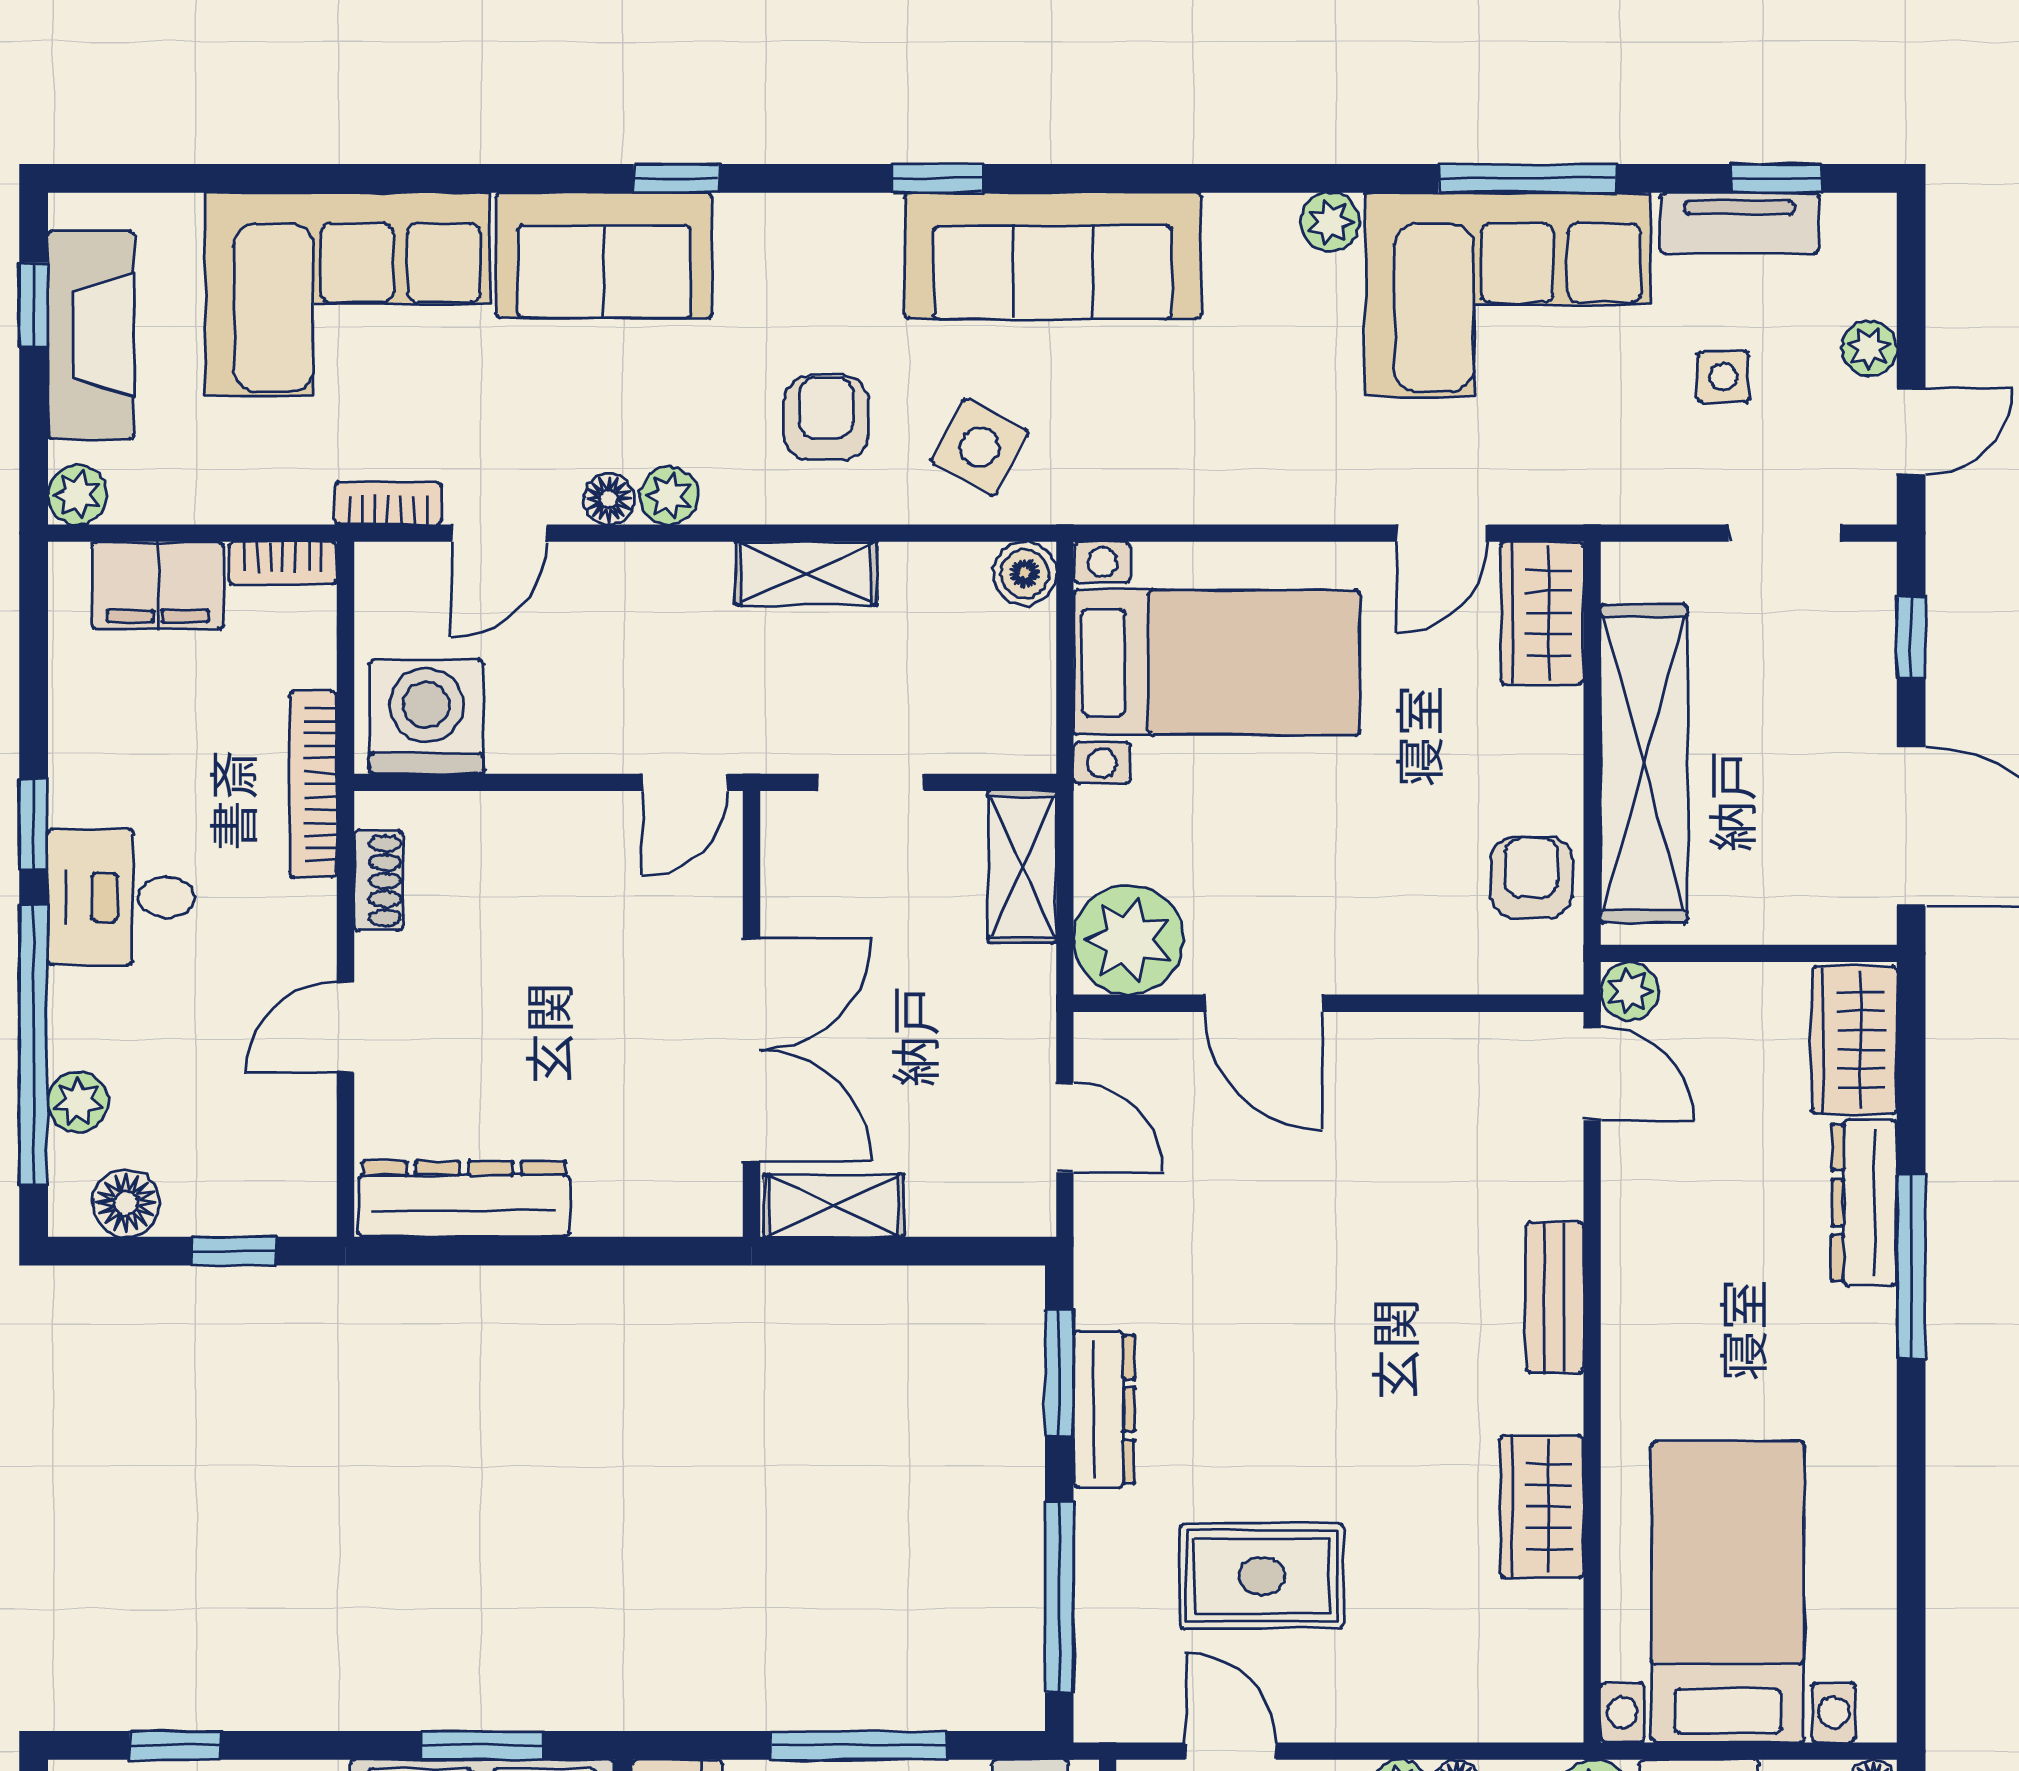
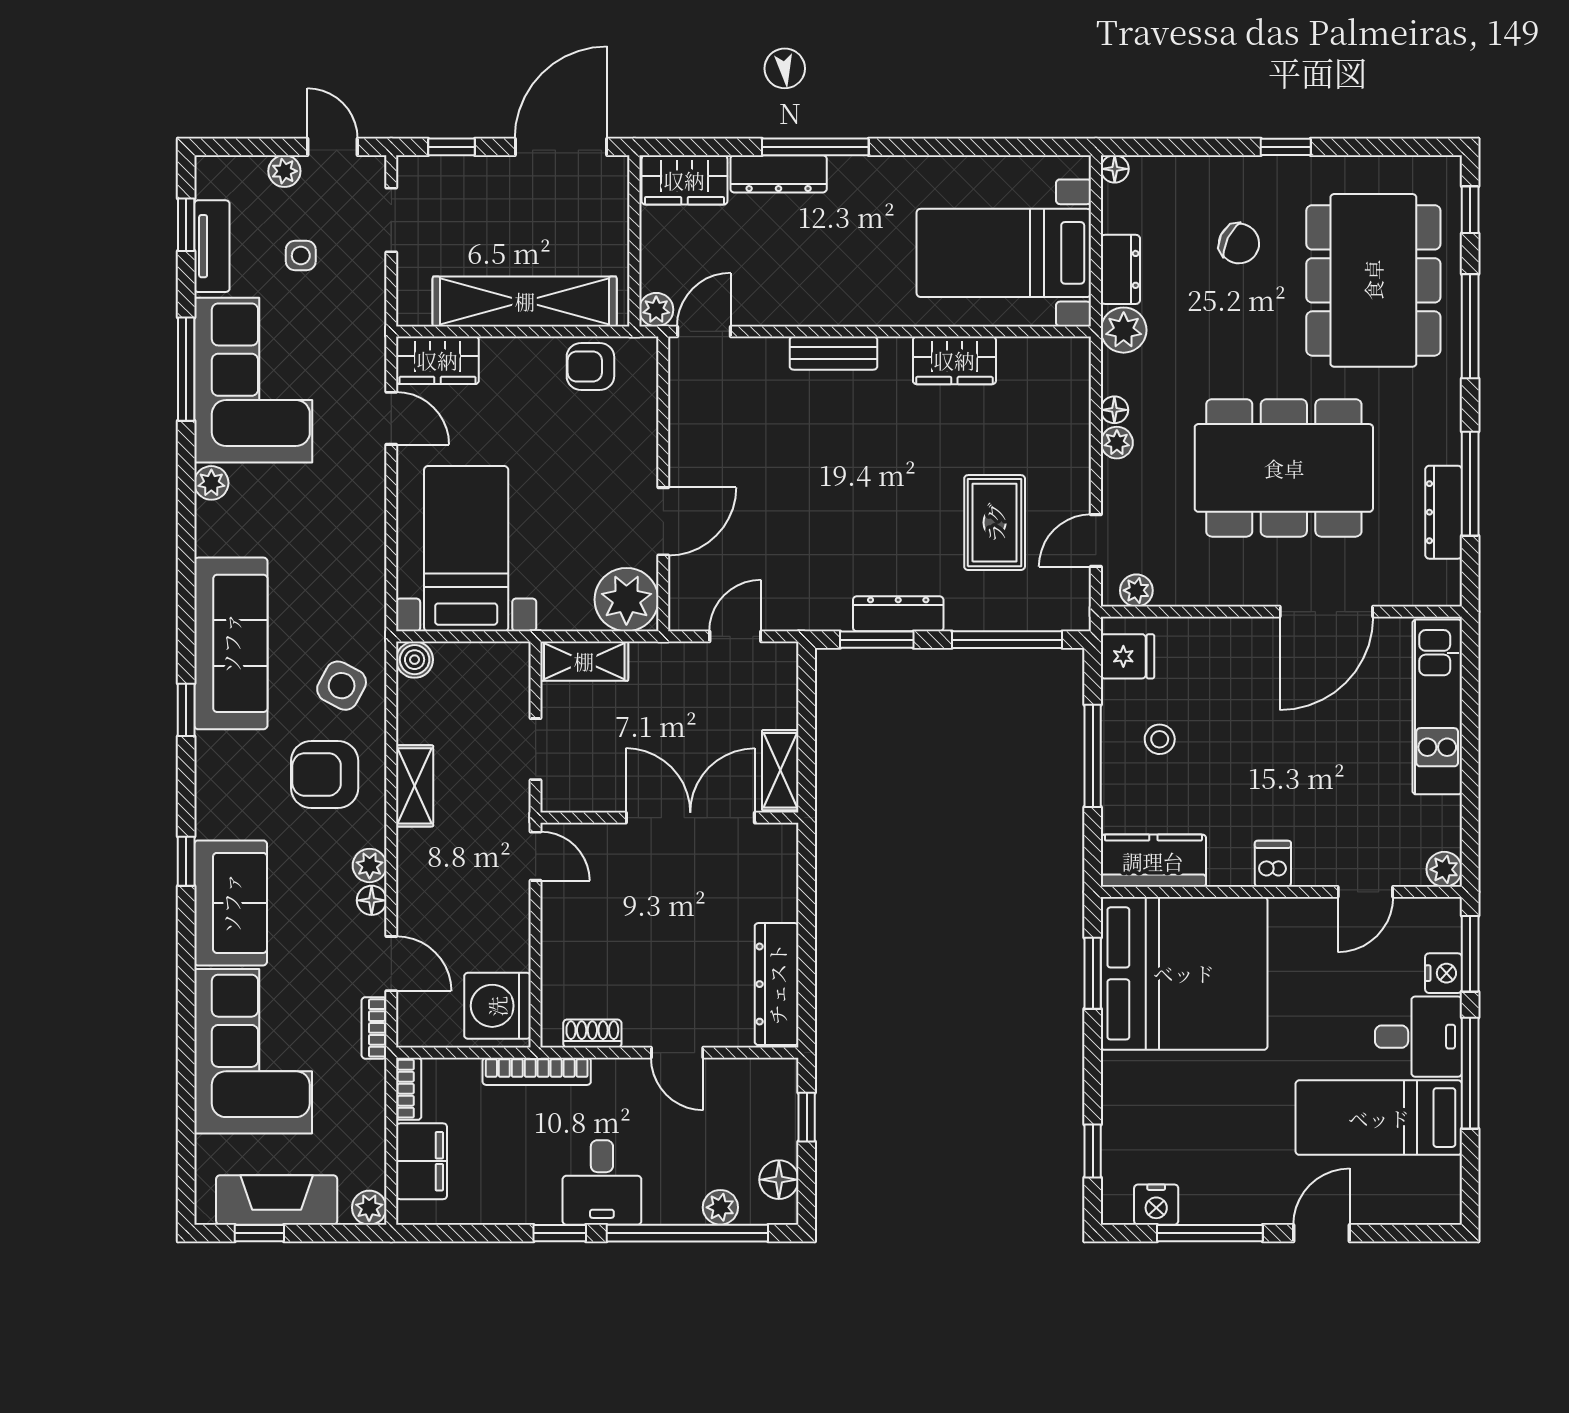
armchair: (826, 418) -> (325, 774), width x1.38, depth x1.38

